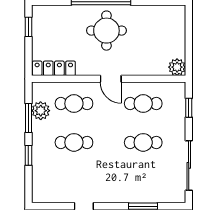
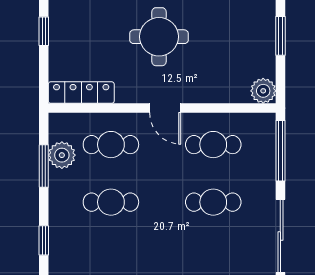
window: (189, 30) -> (280, 36), added
window: (189, 108) -> (280, 151), width x2.17
window: (28, 155) -> (44, 240), moved

